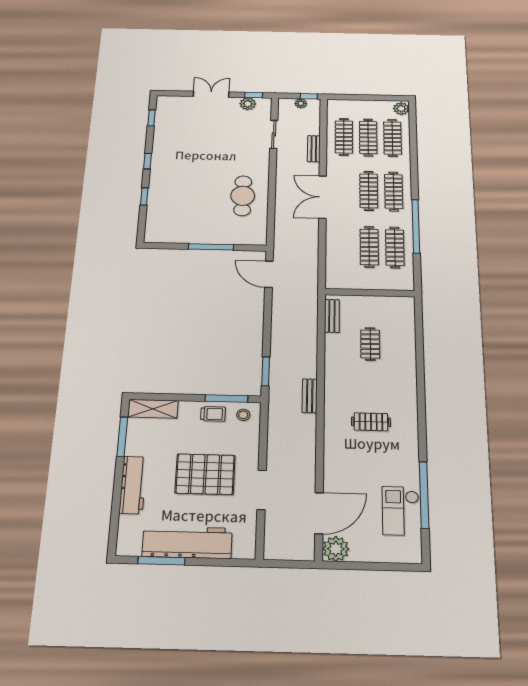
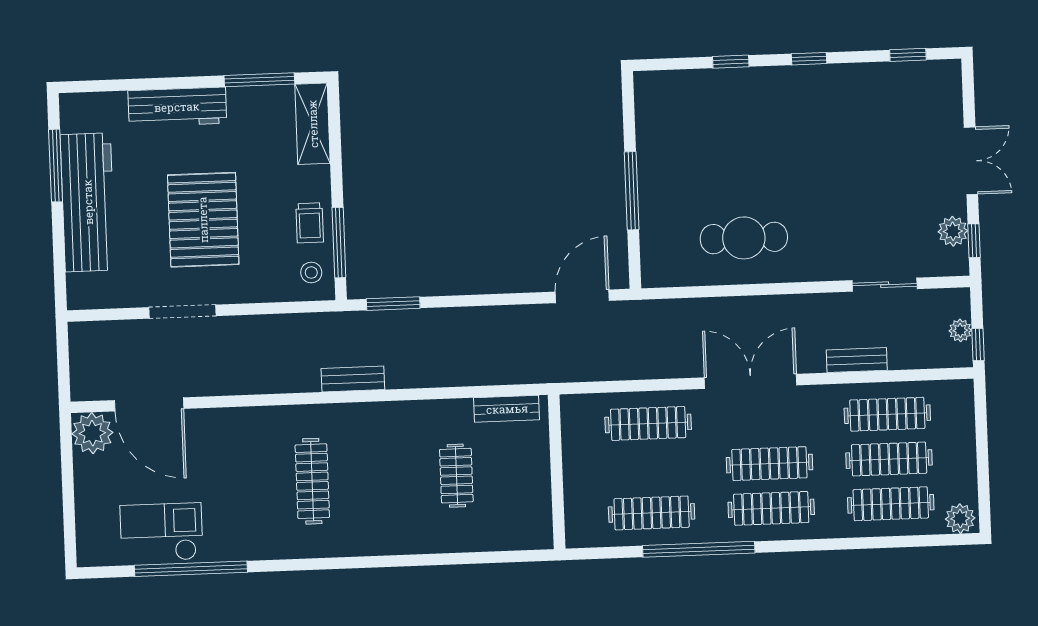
clothes rail: (369, 247) -> (648, 423), moved
clothes rail: (370, 344) -> (456, 476), turned 90
clothes rail: (371, 422) -> (312, 481), width x1.36

